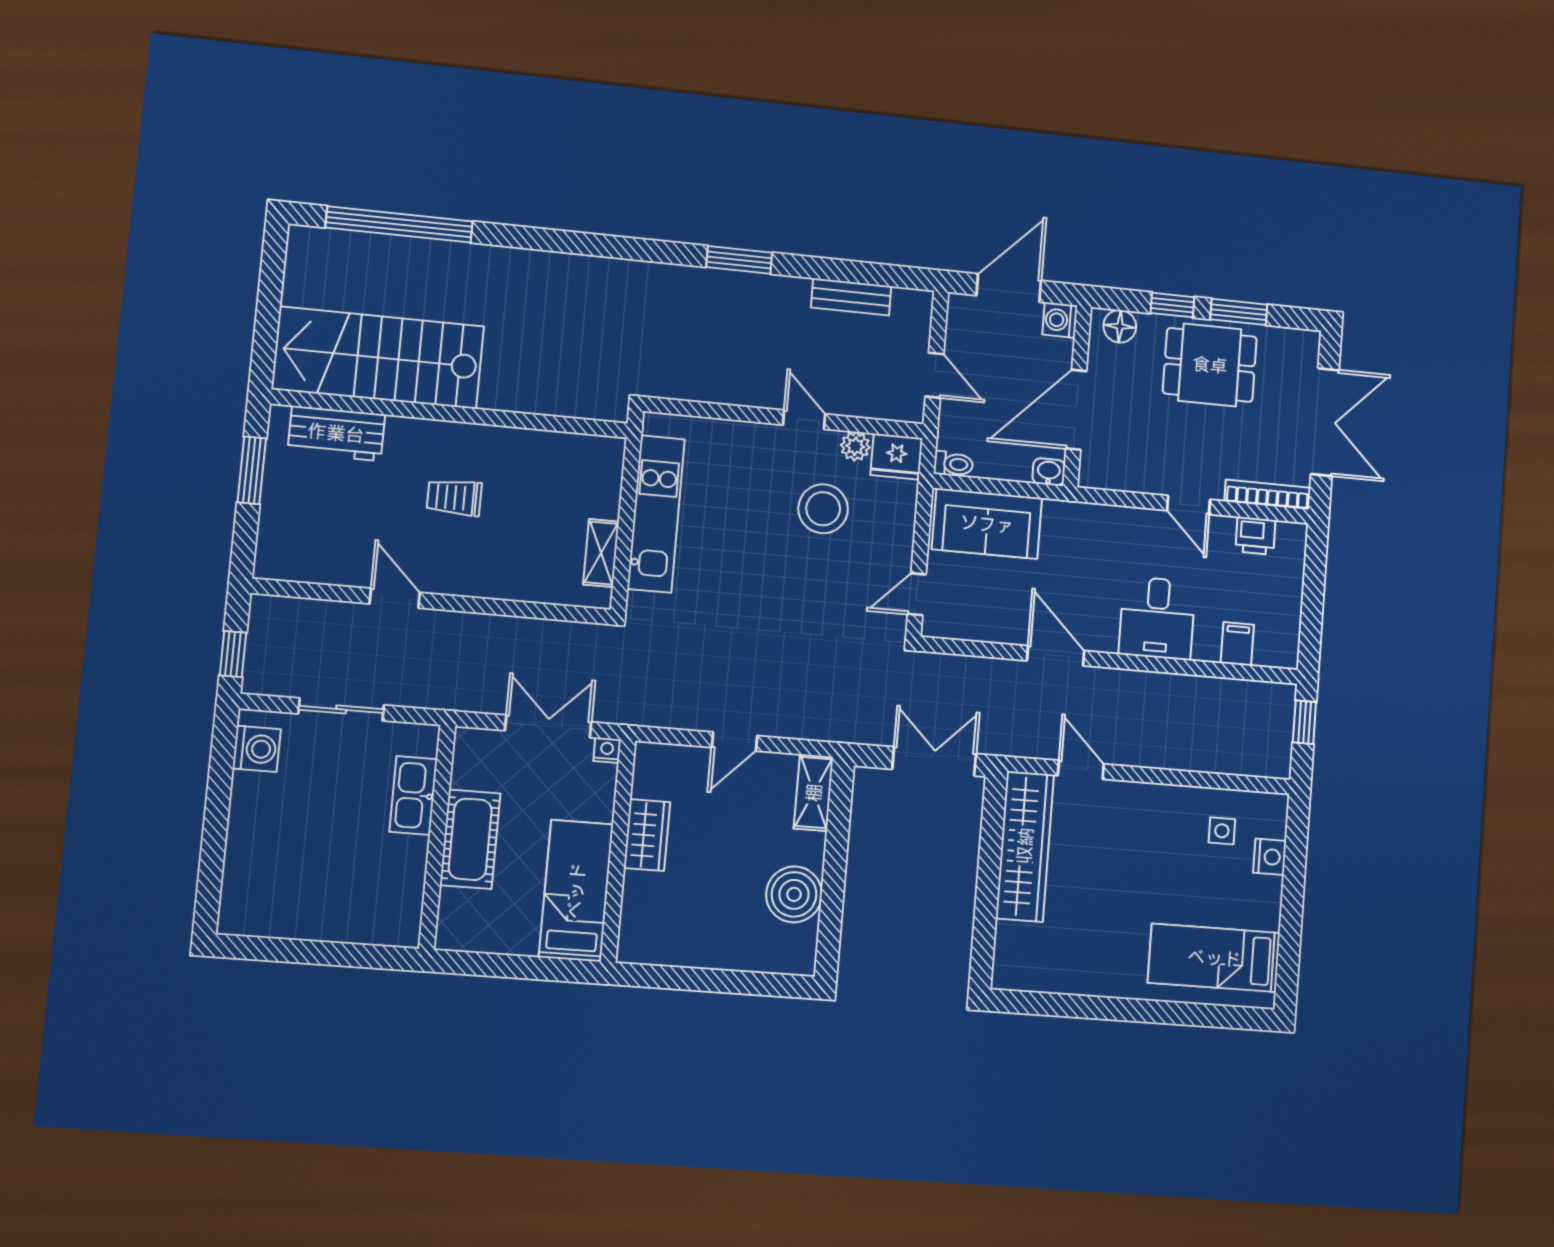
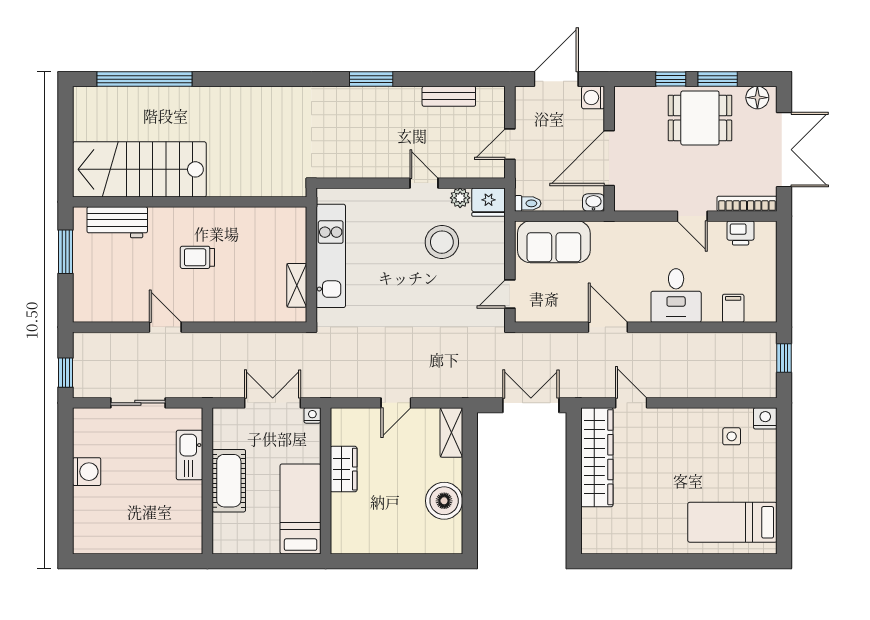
floor lamp: (1120, 326) -> (757, 98), moved
door: (934, 375) -> (510, 144), swing flipped
washing machine: (257, 749) -> (87, 472), moved
nightstand: (1270, 857) -> (765, 418), moved, turned -90

